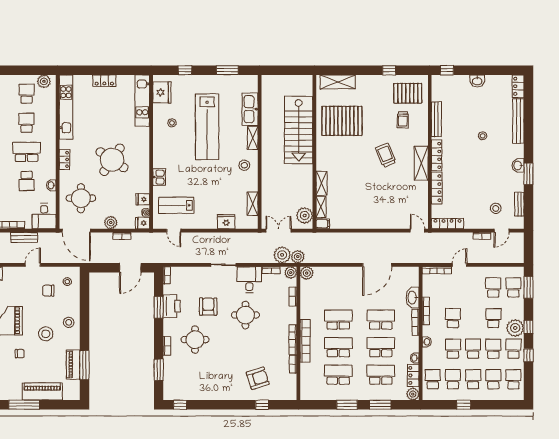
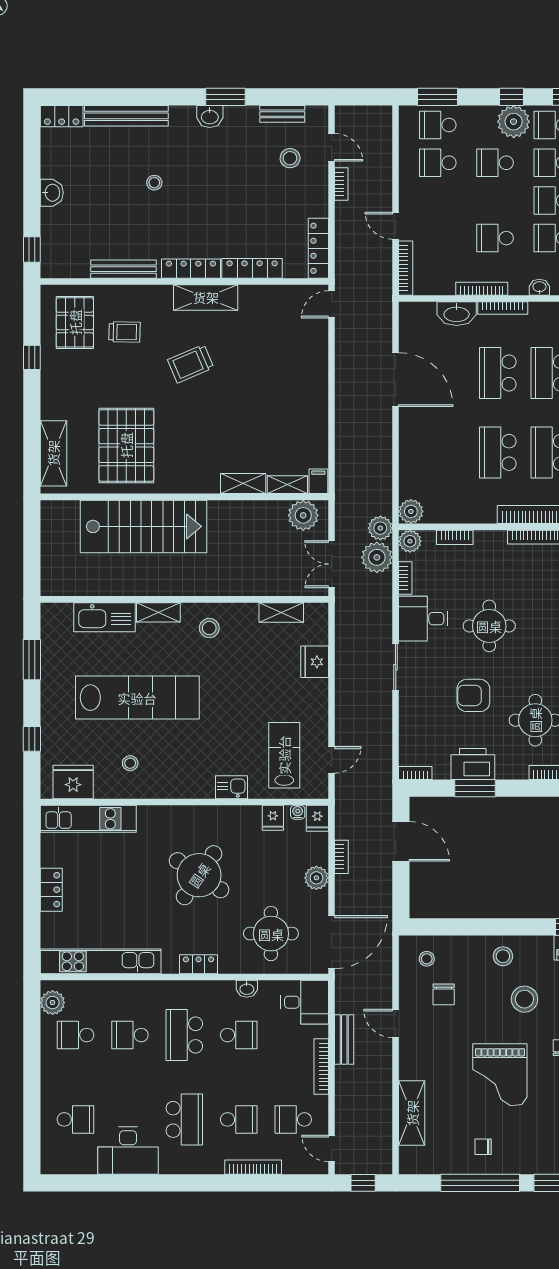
lab bench: (176, 205) -> (284, 755), turned 180

